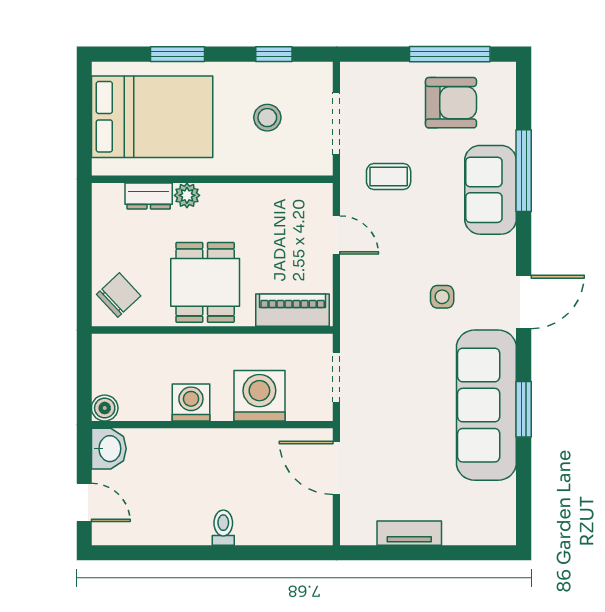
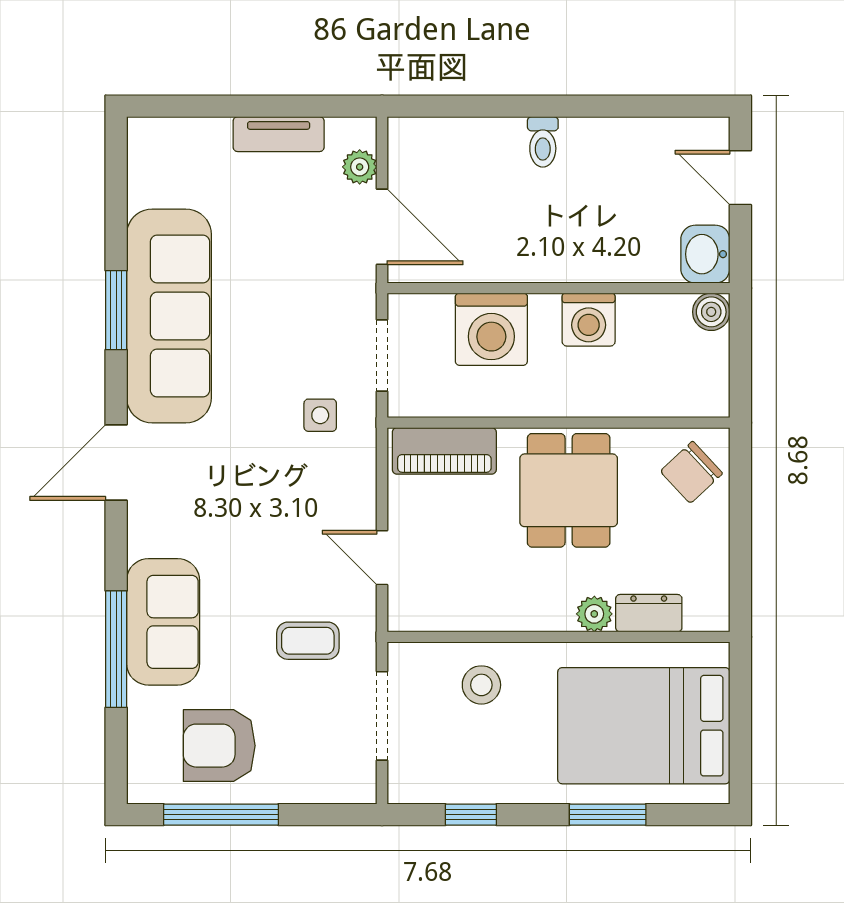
stool: (267, 118) -> (481, 685), moved
side table: (442, 297) -> (320, 415), moved
plant: (352, 510) -> (360, 167), added

